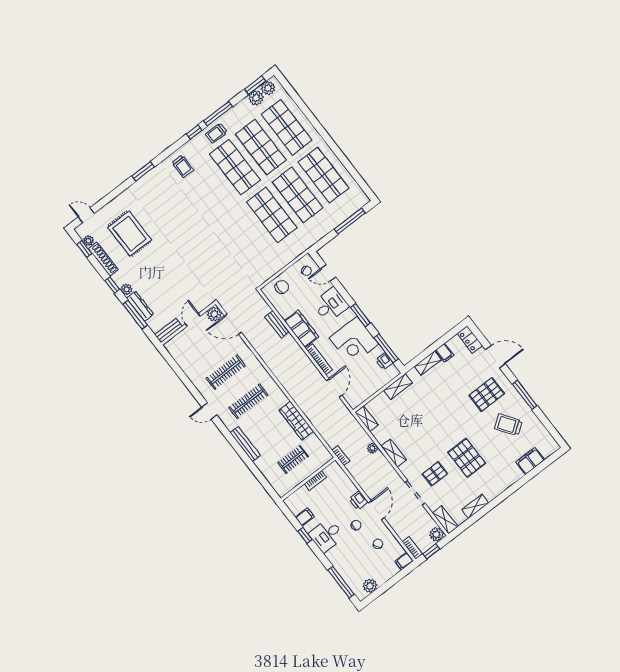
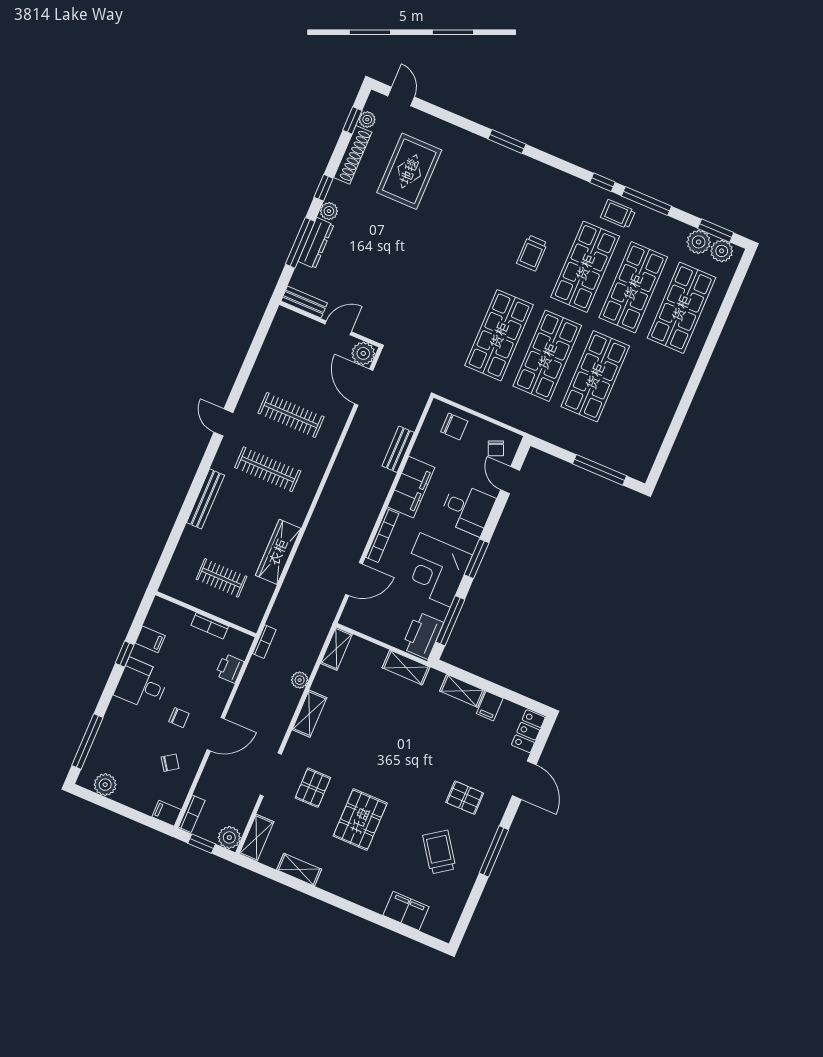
trolley: (183, 166) -> (532, 253), moved
shop shelf: (323, 175) -> (499, 335), moved
printer: (384, 361) -> (422, 635), width x1.87, depth x1.48
pallet: (487, 394) -> (465, 798), width x0.67, depth x0.71
pallet: (435, 474) -> (313, 788), turned 90
printer: (358, 500) -> (230, 668), moved

